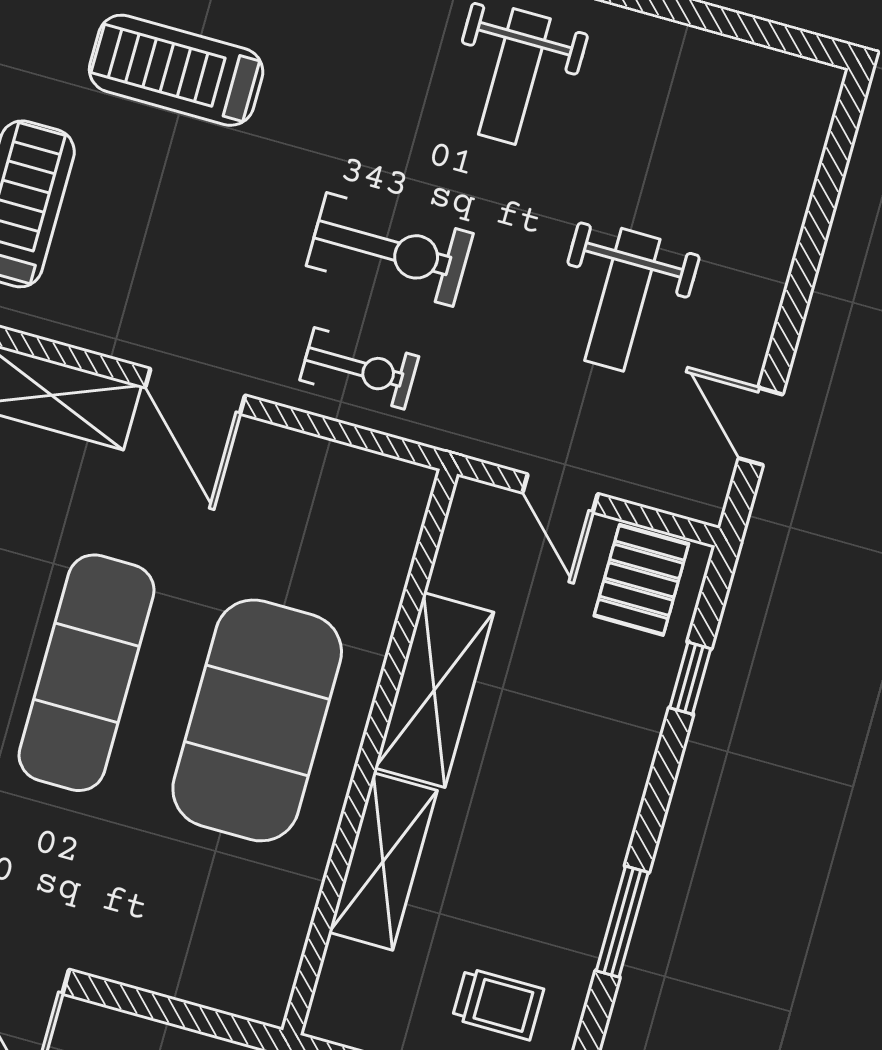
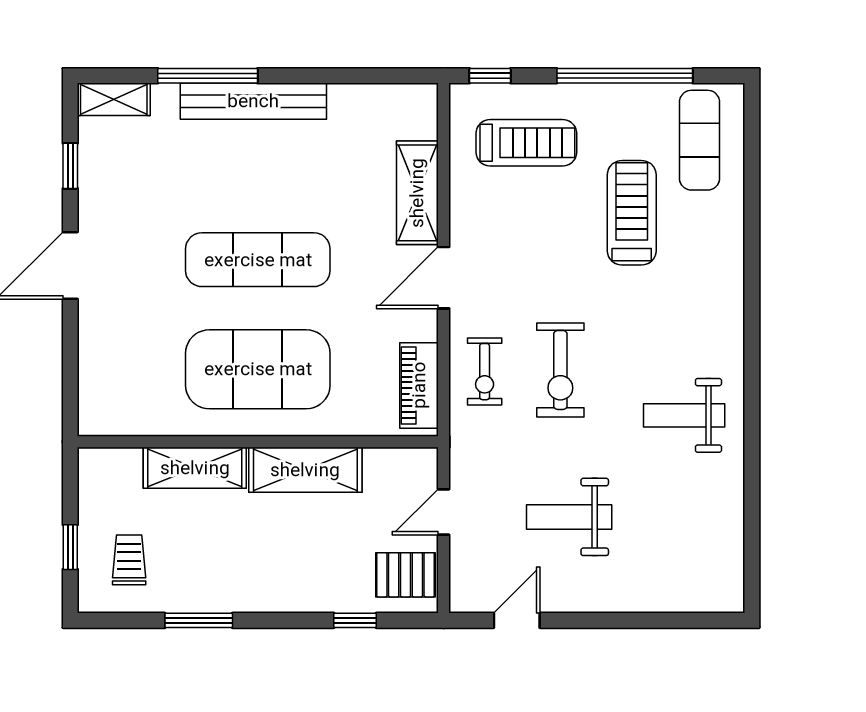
piano: (352, 476) -> (419, 385), added
trolley: (498, 1004) -> (129, 560), turned 180

